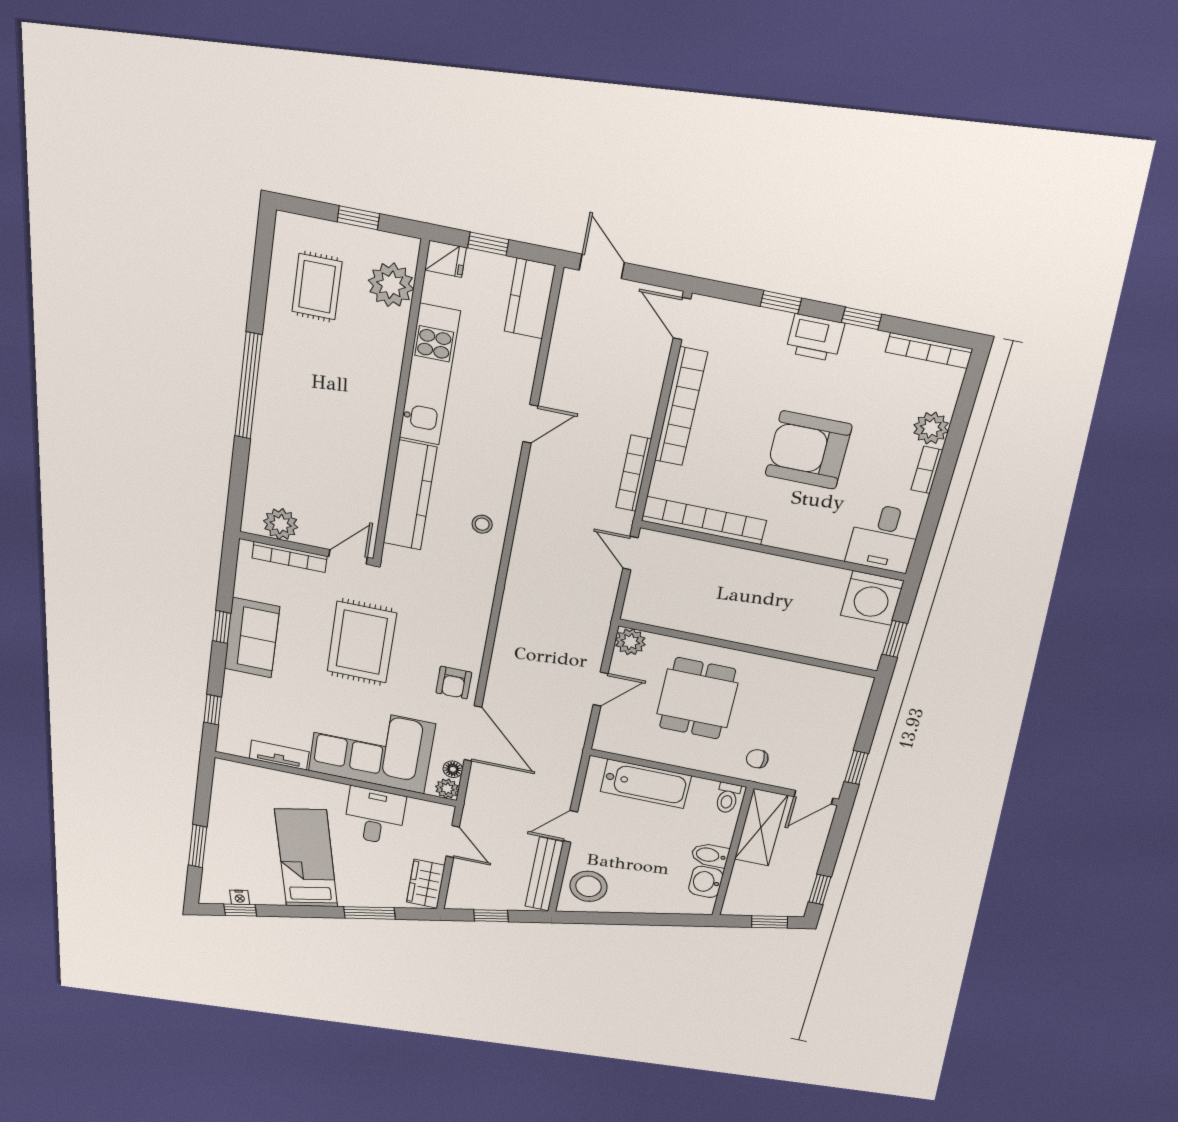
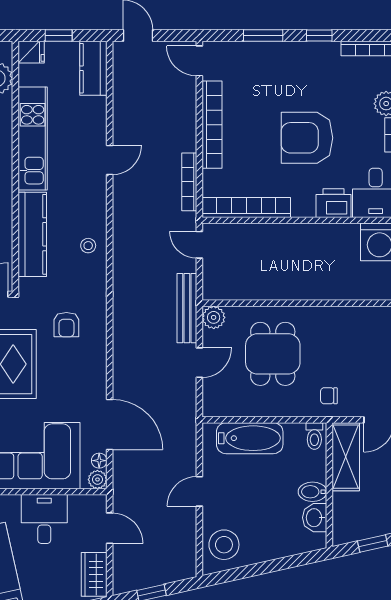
window: (781, 302) -> (263, 36), width x1.50
printer: (815, 338) -> (333, 203), moved, turned 180
armchair: (454, 683) -> (66, 325), moved
bench: (544, 874) -> (187, 308), moved

